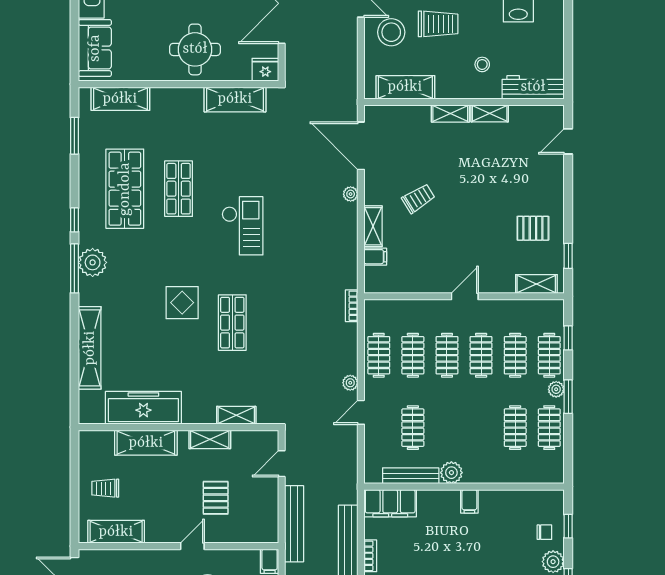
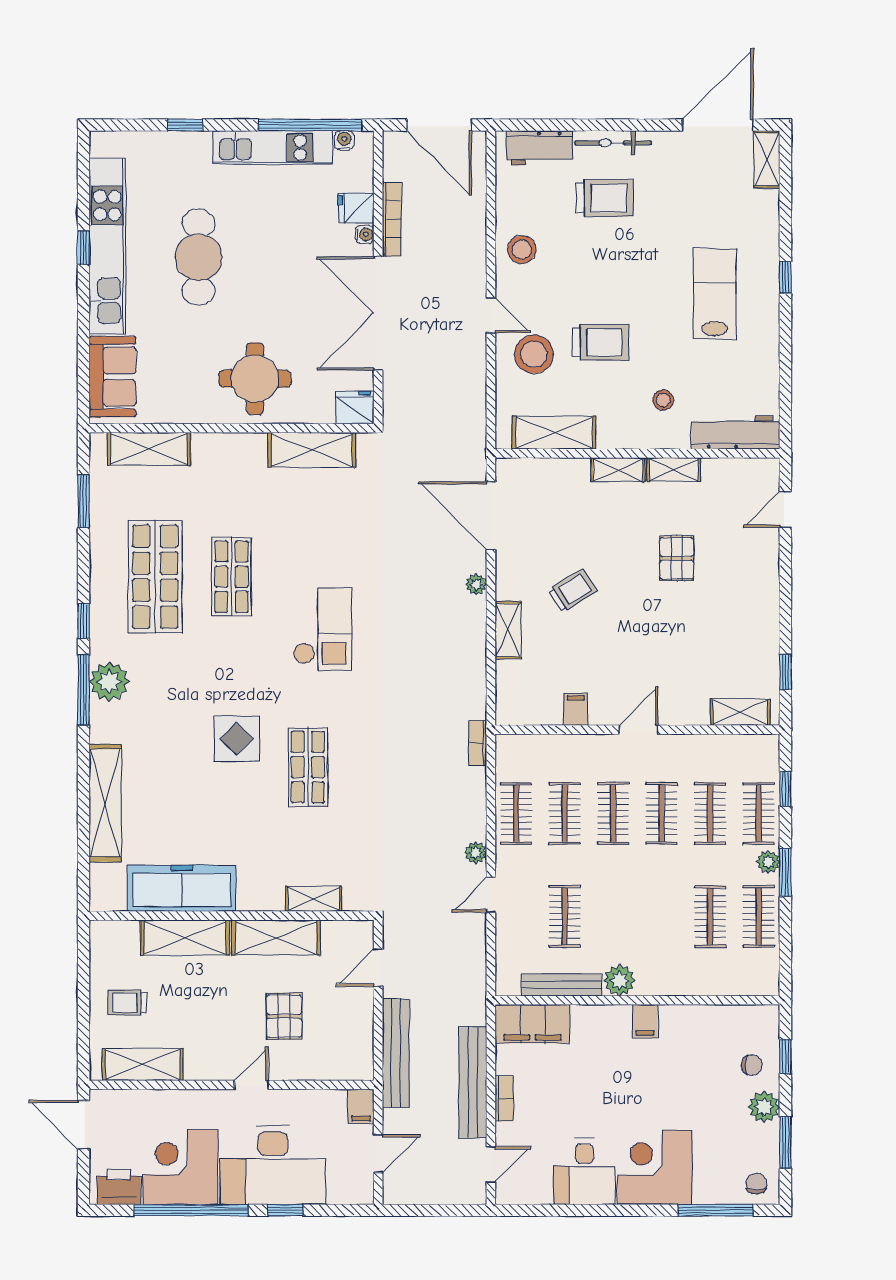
pallet: (533, 228) -> (677, 558), moved, turned 90
filing cabinet: (375, 257) -> (576, 709), moved, turned -90
shelving: (210, 439) -> (276, 938), width x1.50, depth x1.33

